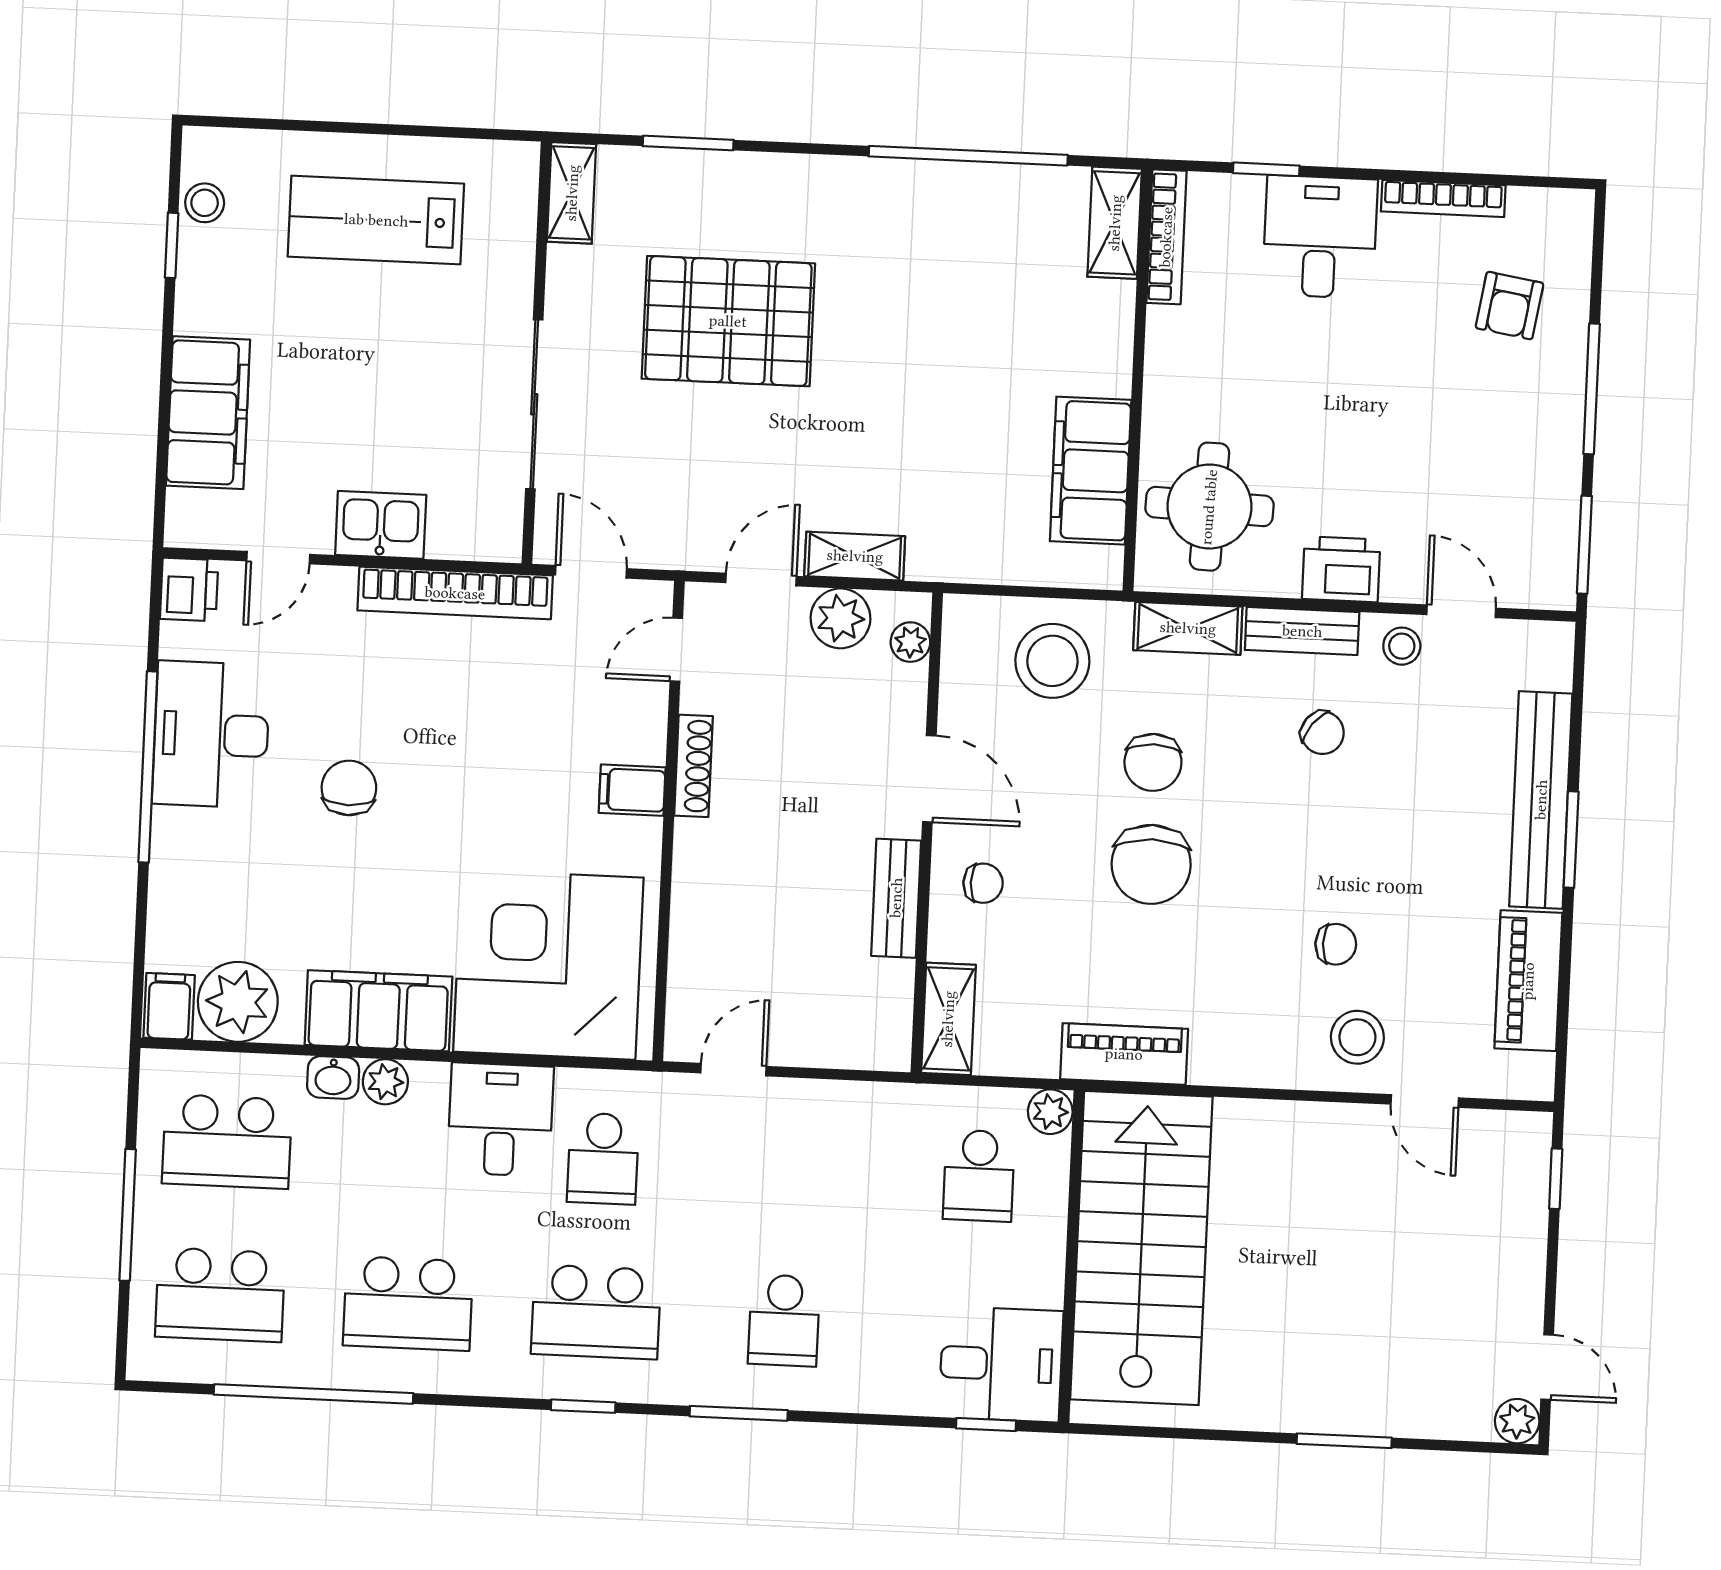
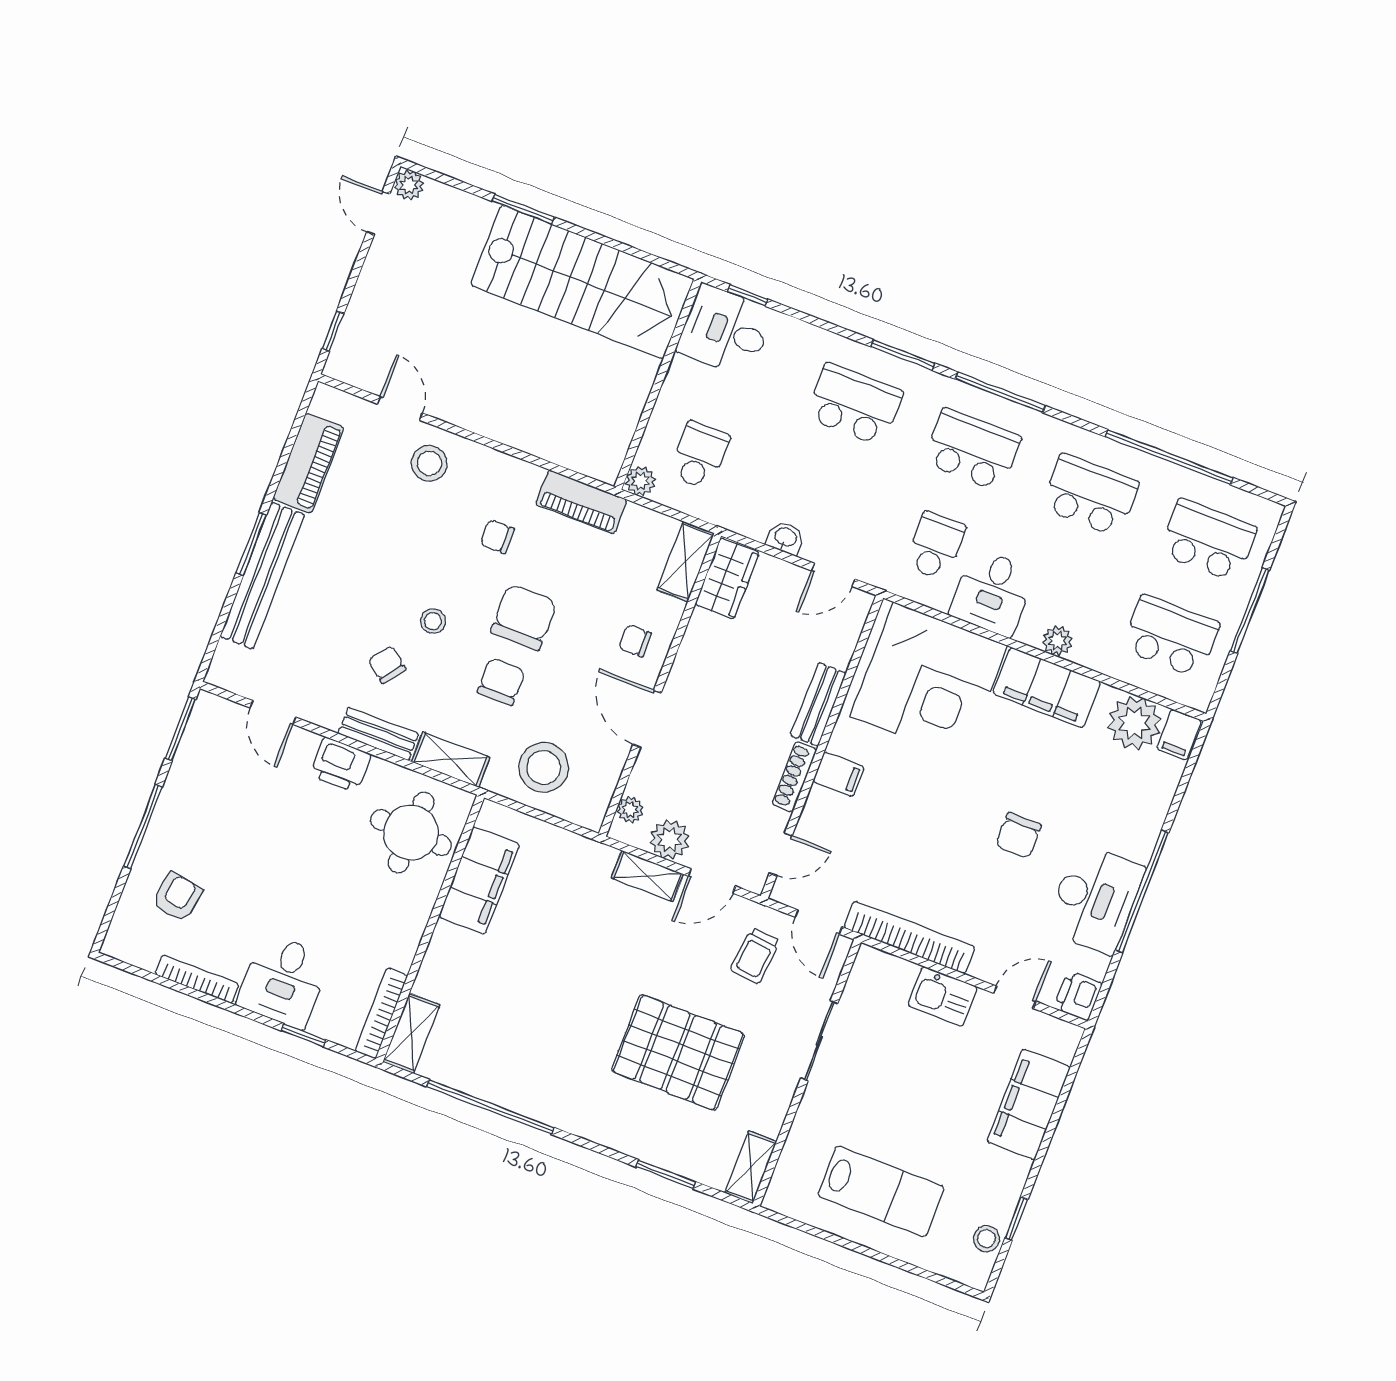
sliding door: (534, 404) -> (819, 1041), width x0.73
trolley: (665, 494) -> (755, 956), added
stool: (1402, 646) -> (433, 621), moved
bench: (896, 898) -> (818, 704), moved
chair: (1336, 944) -> (497, 537), moved
wardrobe: (882, 1014) -> (727, 579), added
washbasin: (333, 1077) -> (785, 538), moved
stairs: (1141, 1248) -> (582, 282), moved, turned -90
school desk: (784, 1320) -> (854, 404), width x1.85
window: (583, 1406) -> (1000, 392), width x2.17

